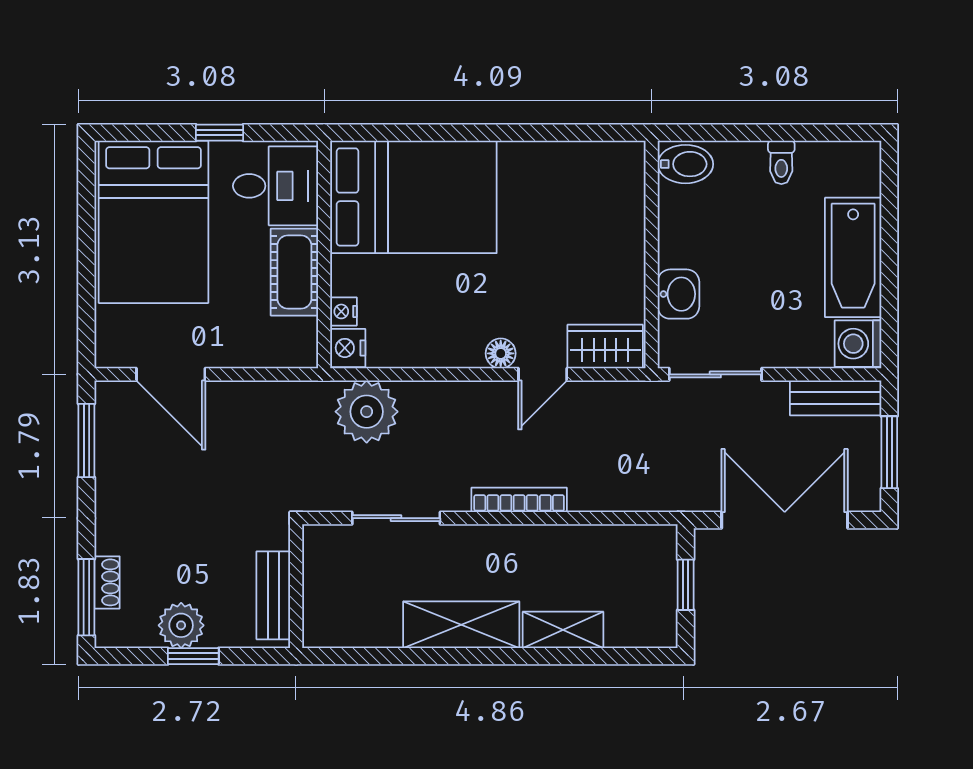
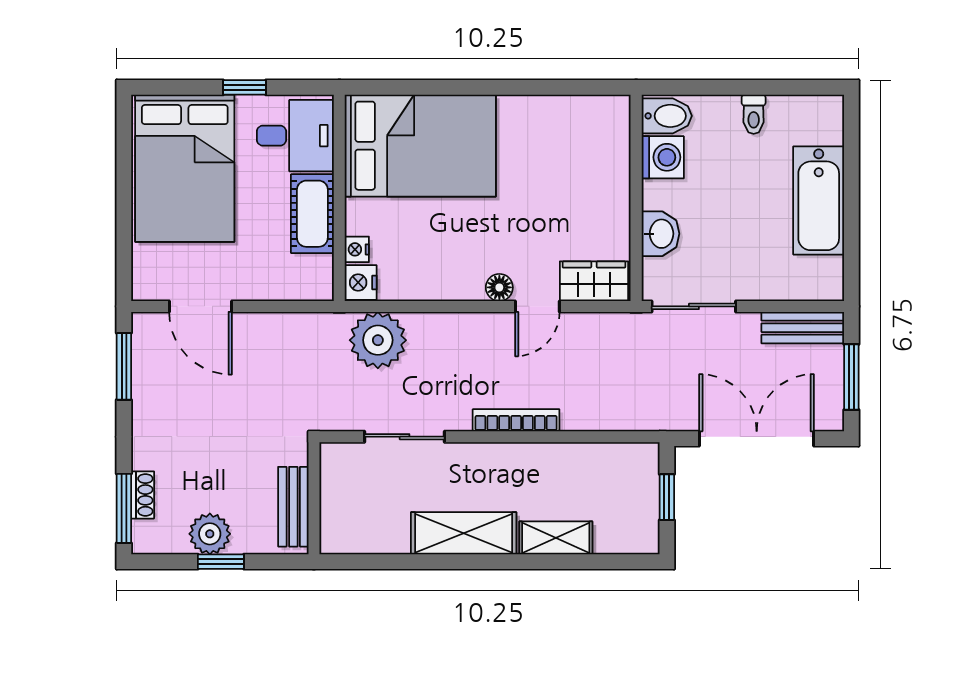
washing machine: (858, 344) -> (663, 157), moved, turned 180

